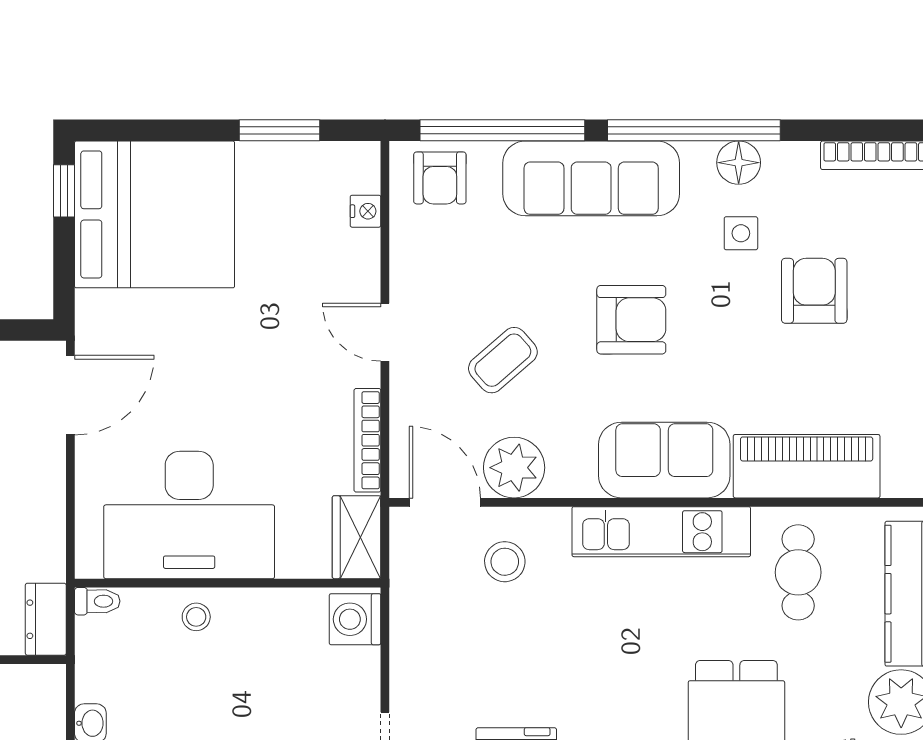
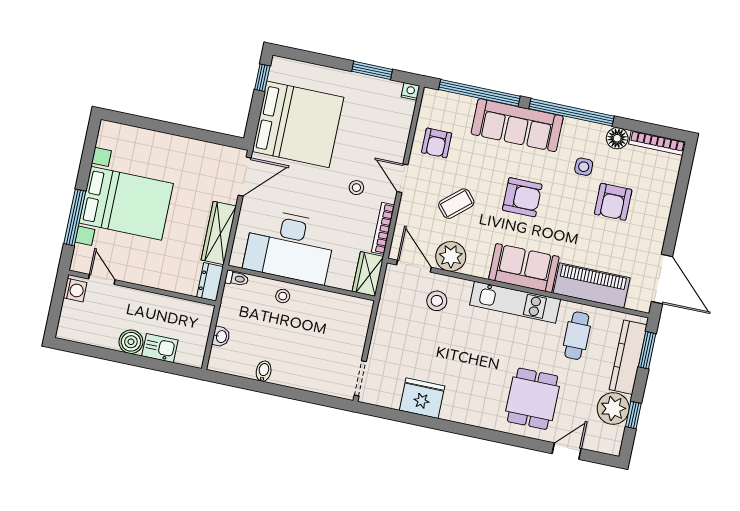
floor lamp: (739, 163) -> (617, 138), moved
armchair: (440, 178) -> (437, 143), moved
nightstand: (365, 211) -> (410, 91), moved, turned -90
bed: (155, 214) -> (298, 124), moved
armchair: (814, 291) -> (613, 202), turned 180
stool: (297, 370) -> (356, 188), added
wardrobe: (42, 518) -> (219, 233), added
washing machine: (355, 619) -> (359, 313), removed

